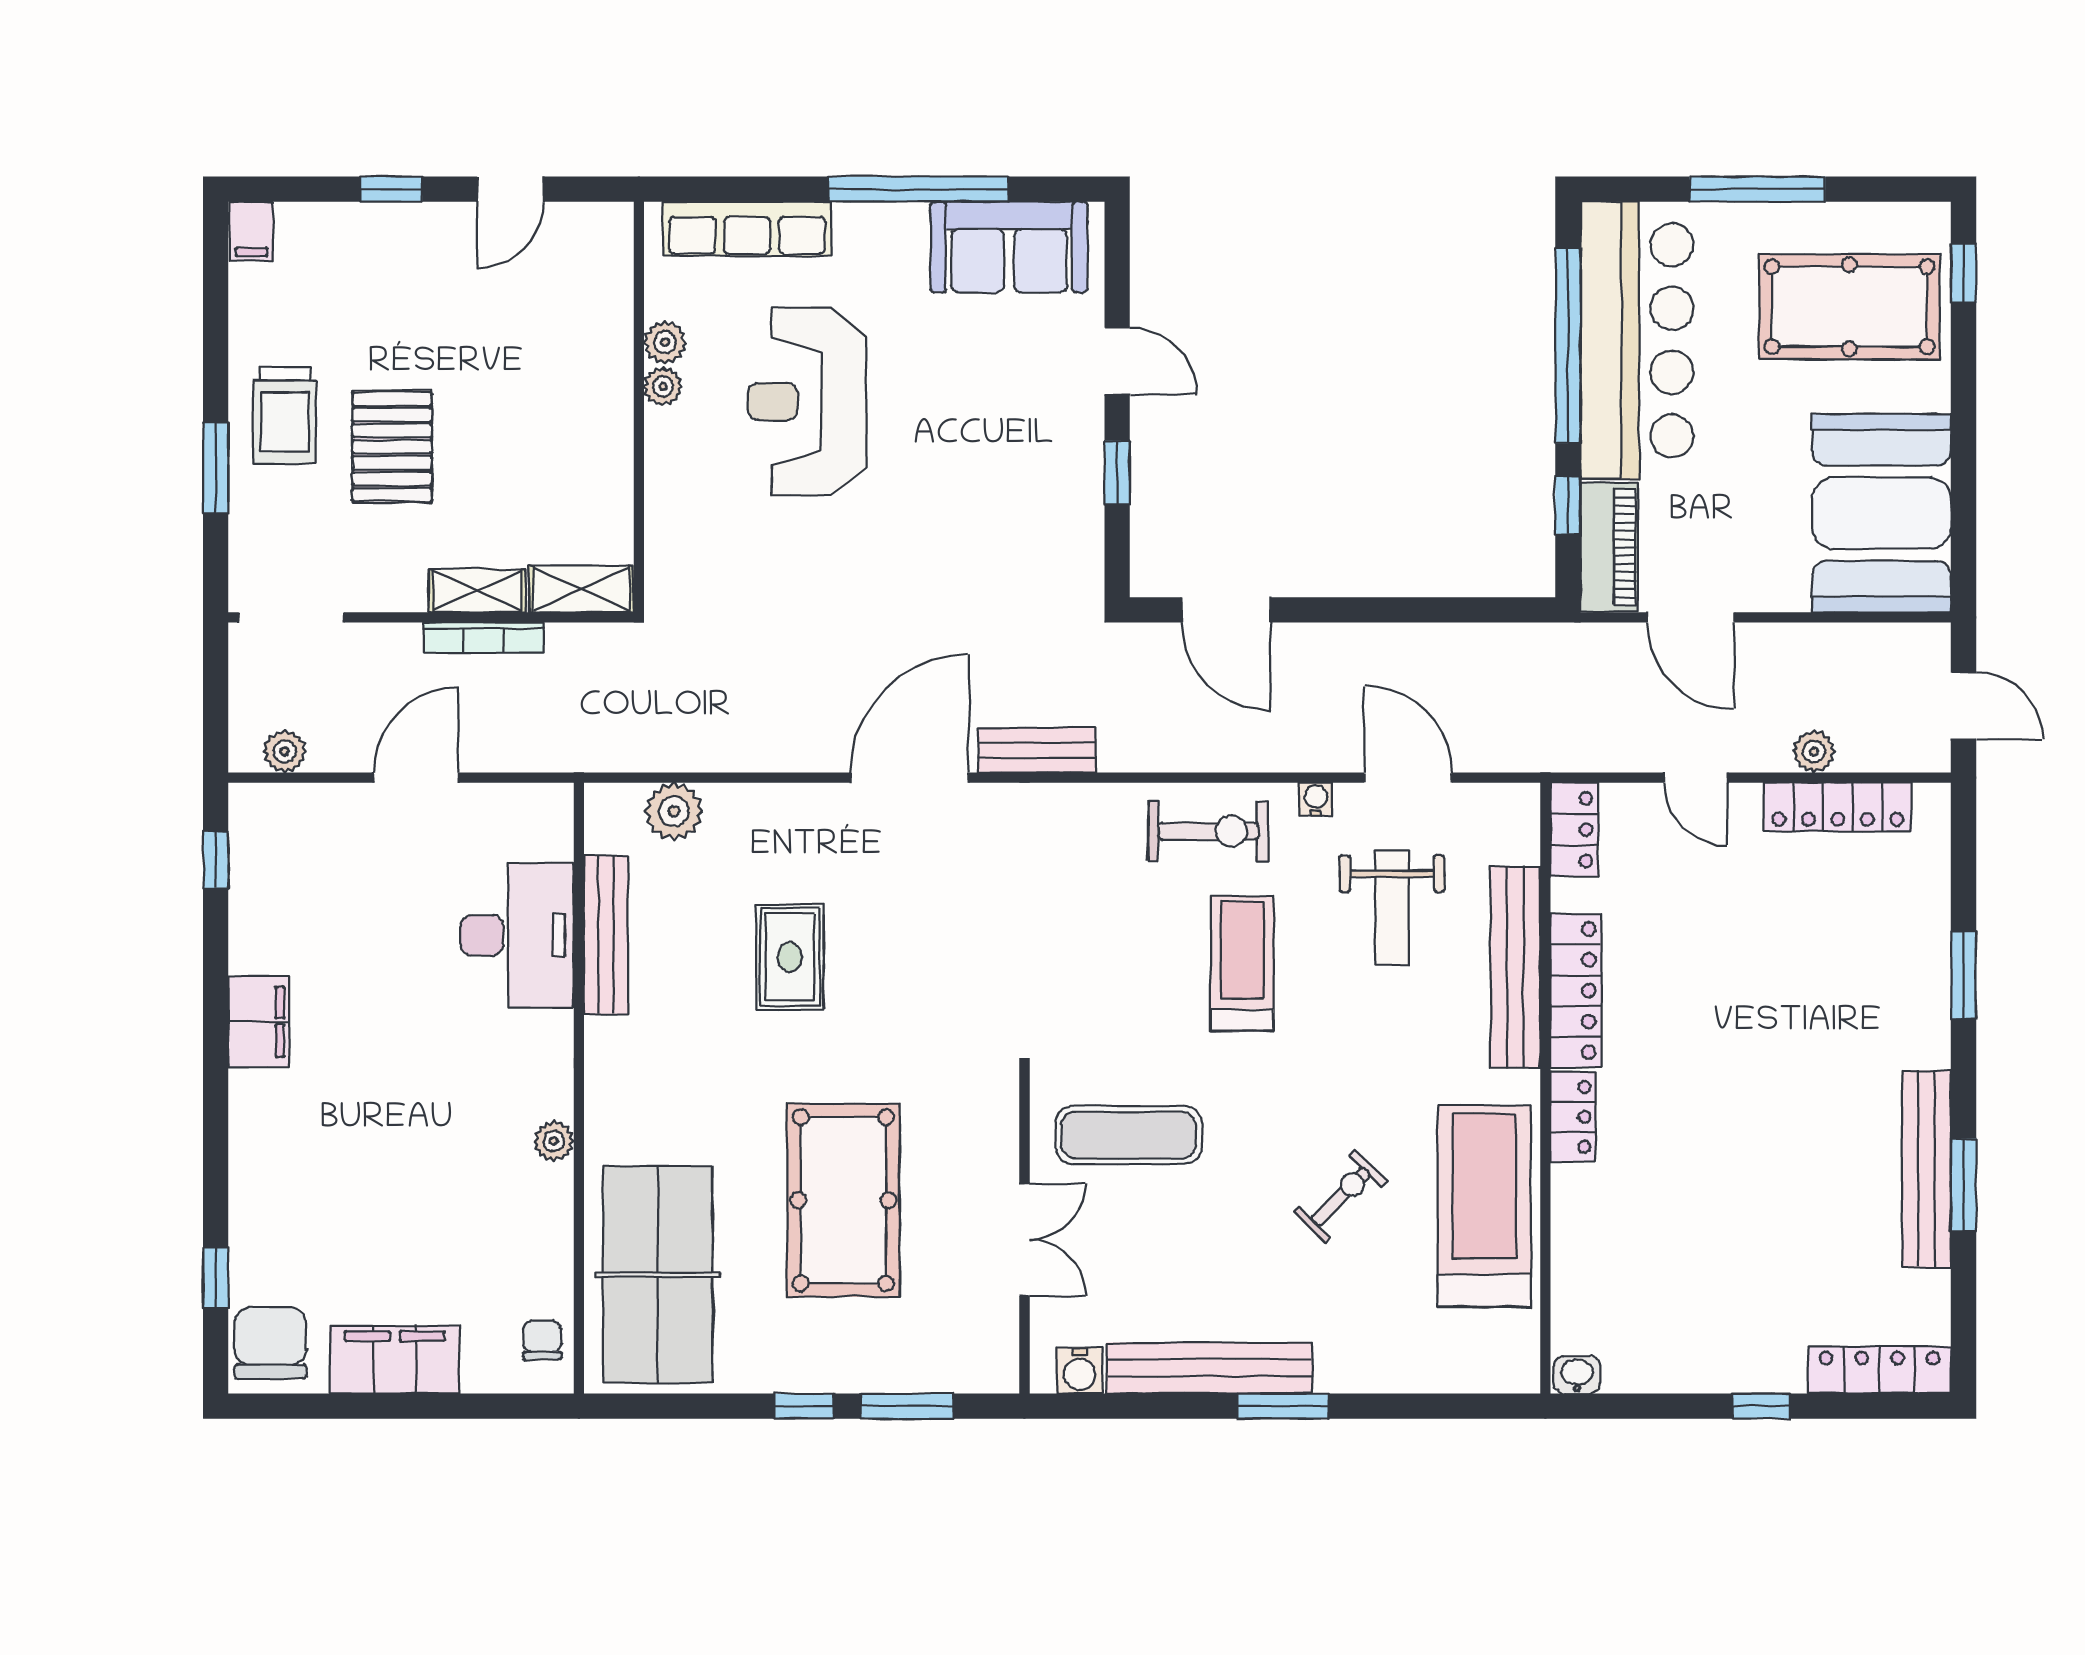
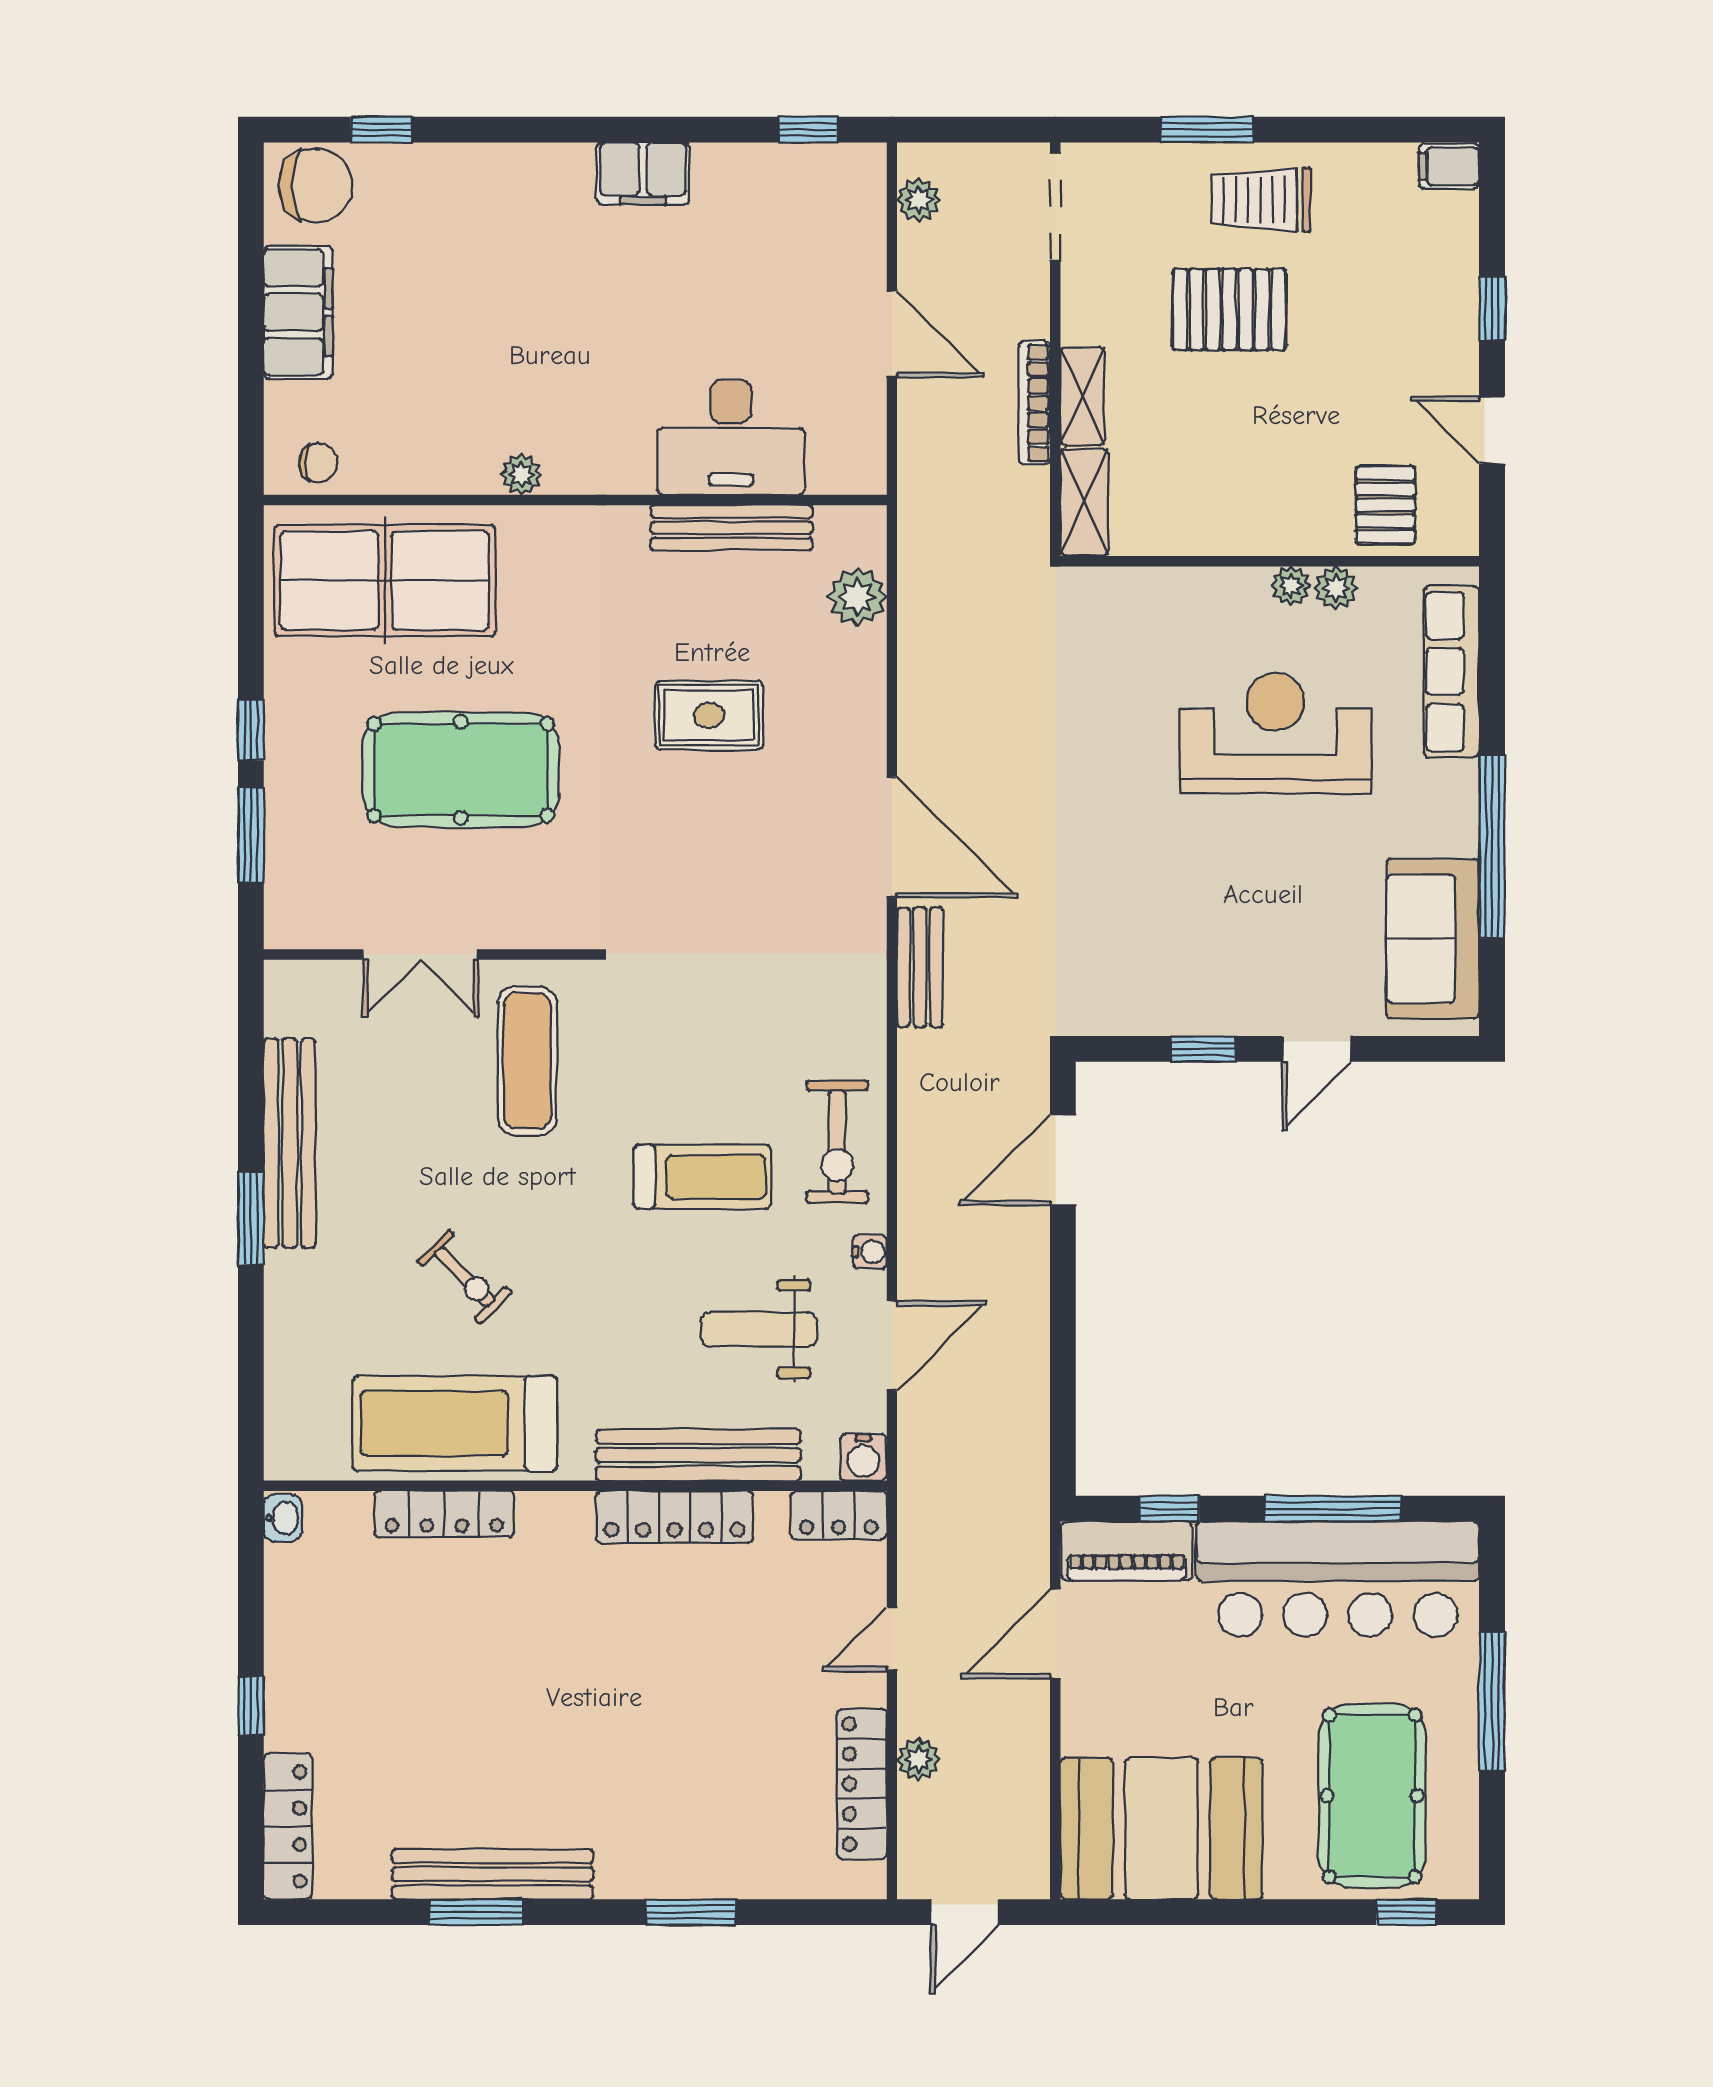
pallet: (584, 294) -> (1385, 505), added
window: (1568, 345) -> (1333, 1509), width x0.68
locker: (1573, 1117) -> (444, 1514), moved, width x1.53
treadmill: (1484, 1206) -> (455, 1423), turned 180
water cooler: (1080, 1371) -> (863, 1457), moved, turned -90

